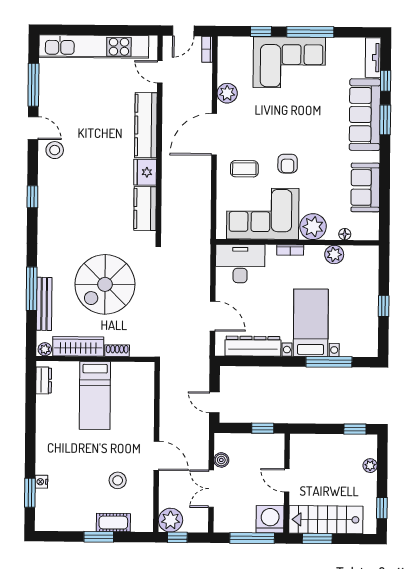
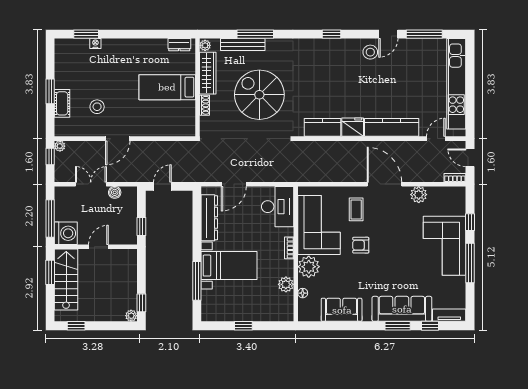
plant: (370, 466) -> (131, 316), moved
plant: (171, 520) -> (60, 146), width x0.53, depth x0.53

